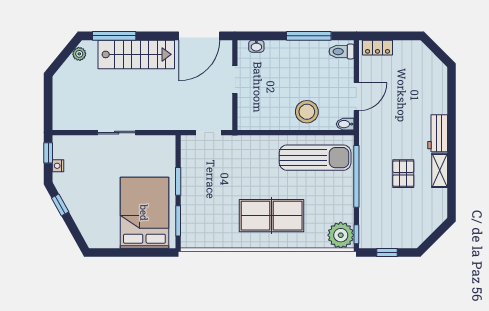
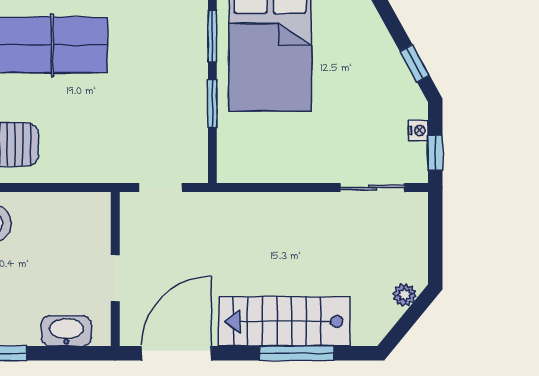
window: (114, 36) -> (297, 353), moved
washbasin: (256, 46) -> (66, 331), width x1.91, depth x1.45
plant: (79, 54) -> (405, 295), moved
sliding door: (117, 133) -> (372, 188), moved

